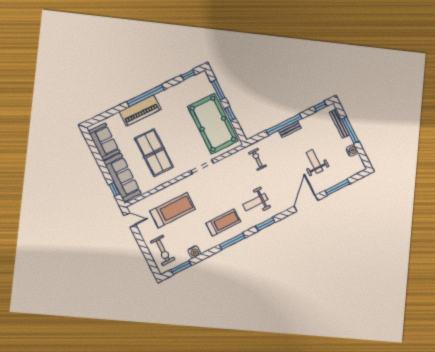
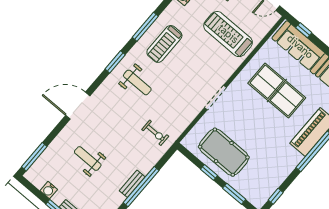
pool table: (213, 124) -> (224, 152), width x0.73, depth x0.76
weight bench: (315, 161) -> (88, 159), turned 180
window: (337, 187) -> (34, 157), moved
weight bench: (255, 202) -> (137, 82), turned 90
door: (306, 203) -> (78, 106), swing flipped
treadmill: (173, 210) -> (228, 34), turned 90

